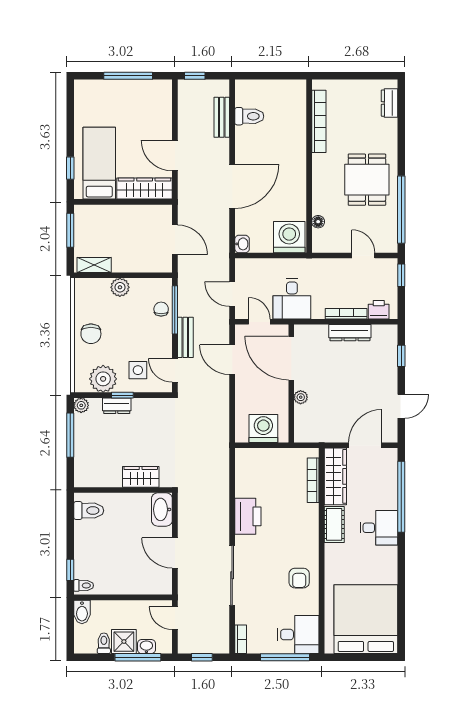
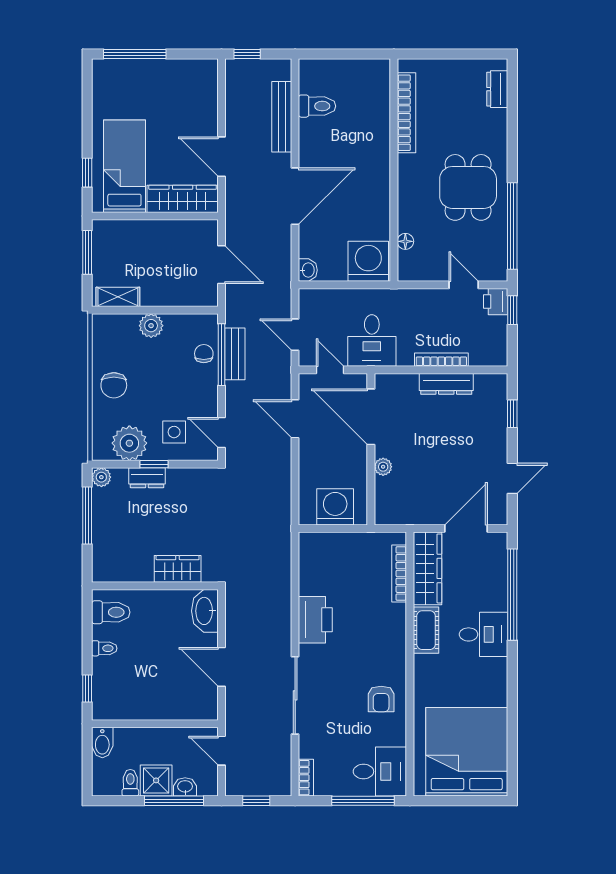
window: (128, 76) -> (135, 54), moved
bench: (222, 117) -> (282, 117), width x1.36
printer: (379, 310) -> (496, 302), moved, turned -90
bench: (185, 337) -> (235, 354), moved
toilet: (84, 585) -> (104, 648), moved

